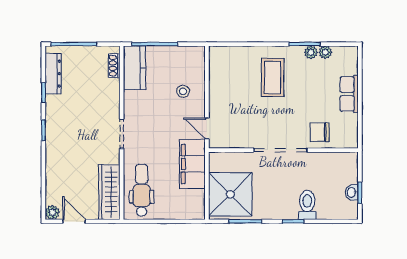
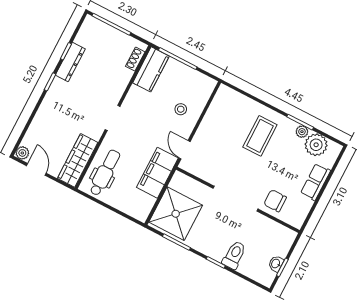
plant: (325, 52) -> (316, 145), width x1.88, depth x1.88
dresser: (53, 74) -> (70, 62), moved

